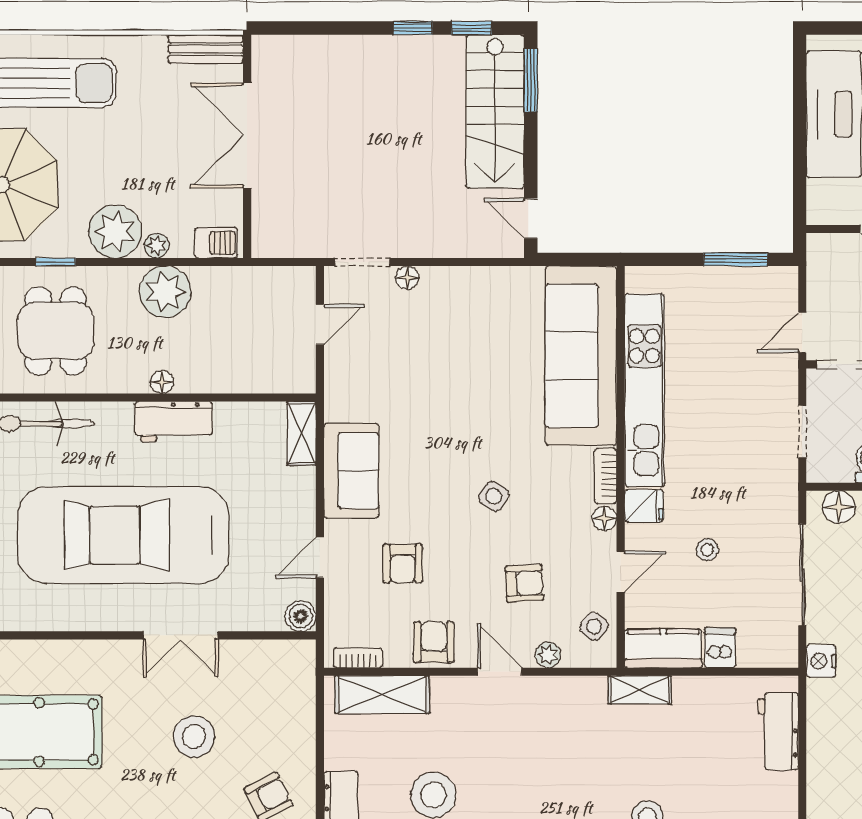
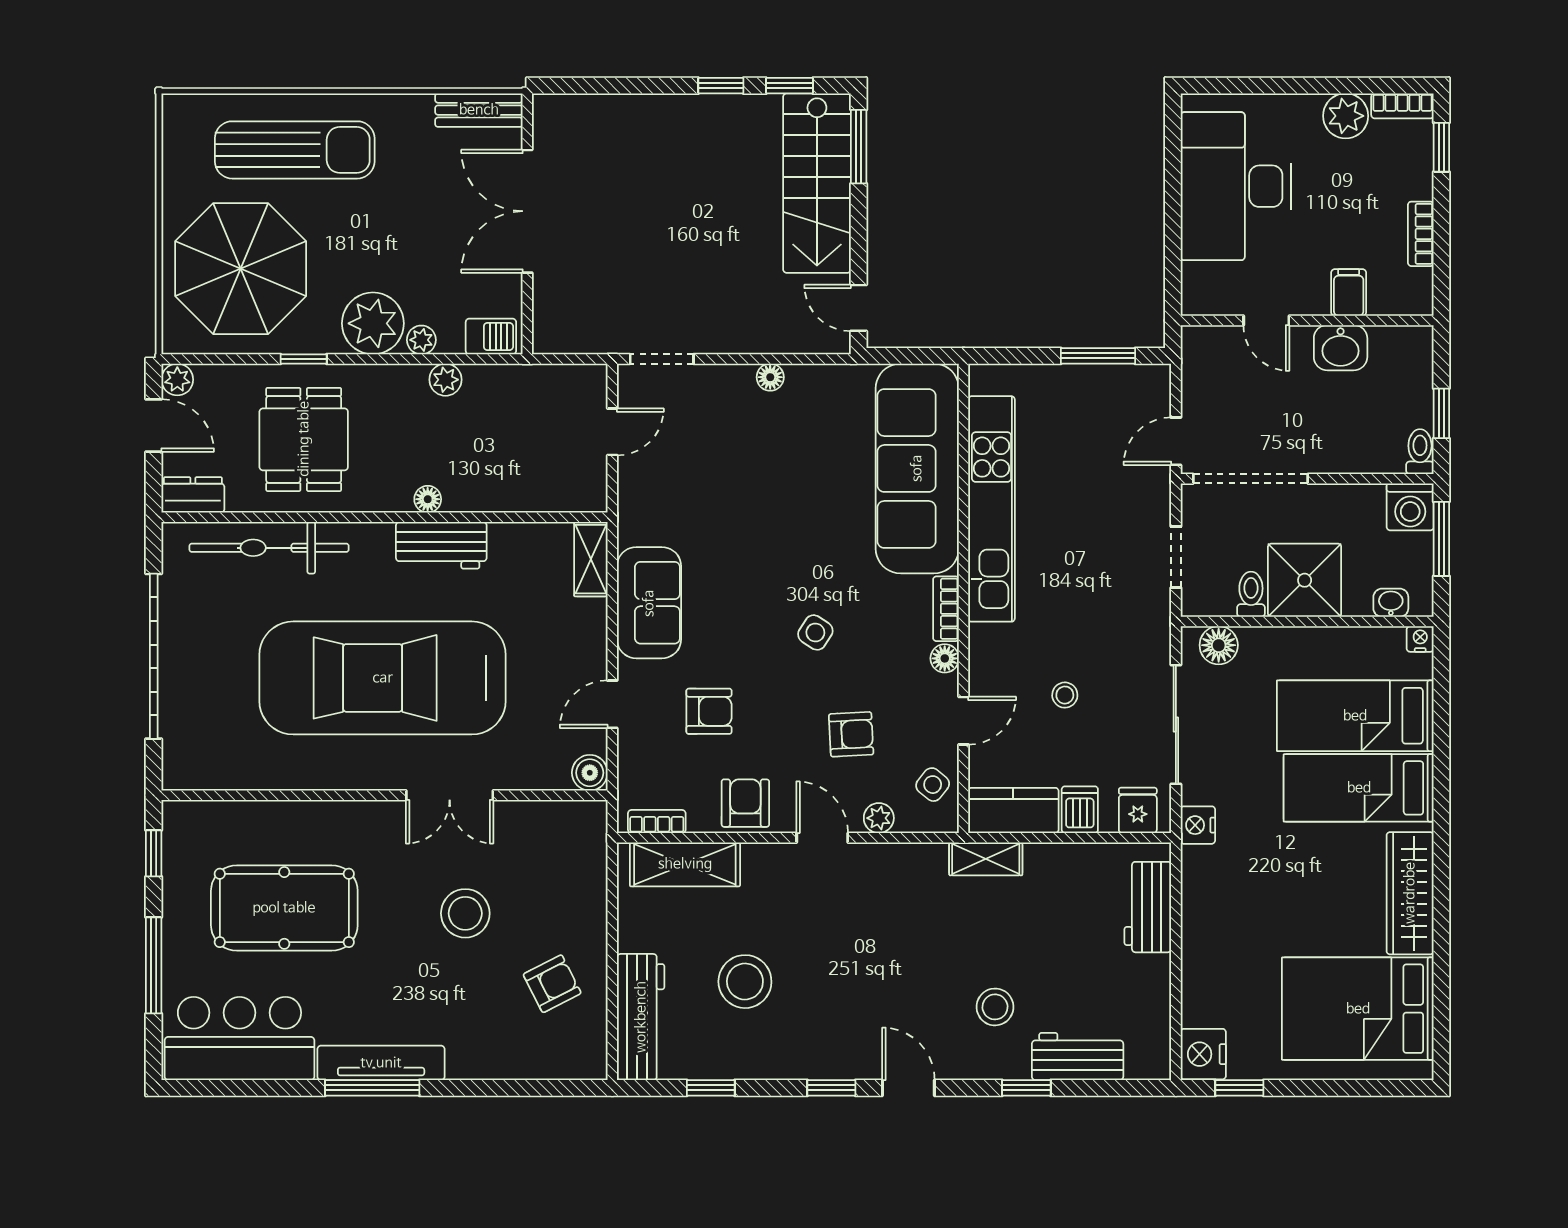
floor lamp: (407, 278) -> (770, 377), moved
plant: (165, 292) -> (445, 380), width x0.53, depth x0.53
fridge: (644, 506) -> (1138, 810), moved, turned -90
armchair: (403, 564) -> (709, 711), turned -90

